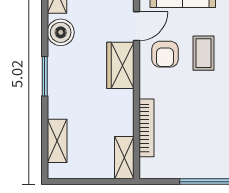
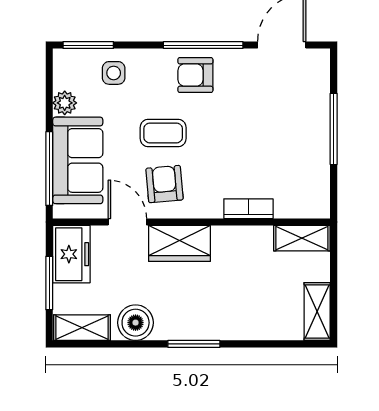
armchair: (165, 54) -> (165, 184), turned -95
bookcase: (146, 128) -> (248, 209), width x0.64
shelving: (57, 141) -> (317, 311), moved, turned 90

